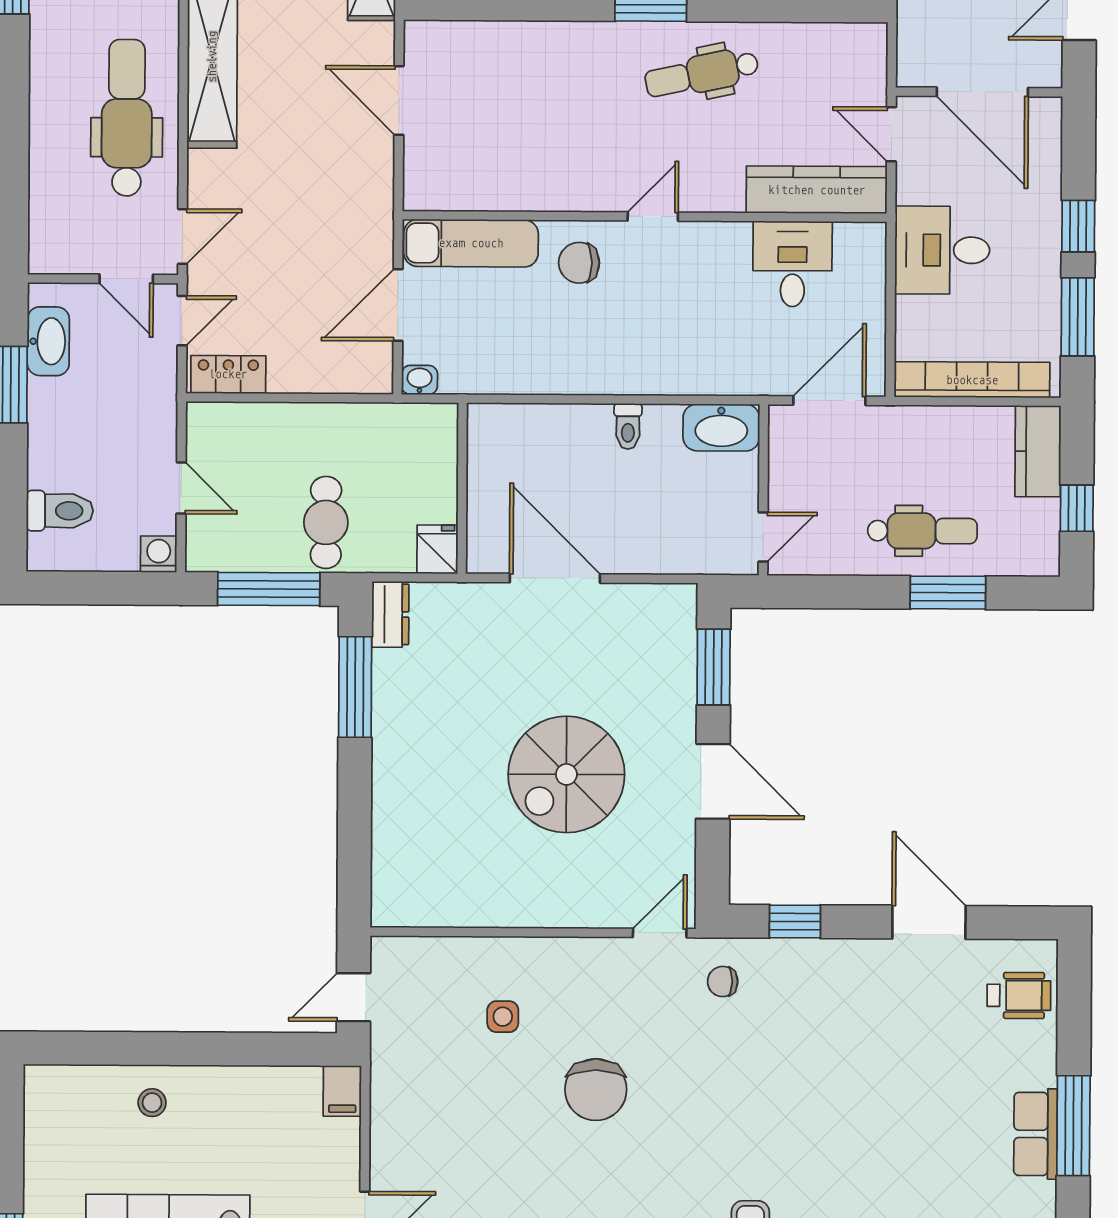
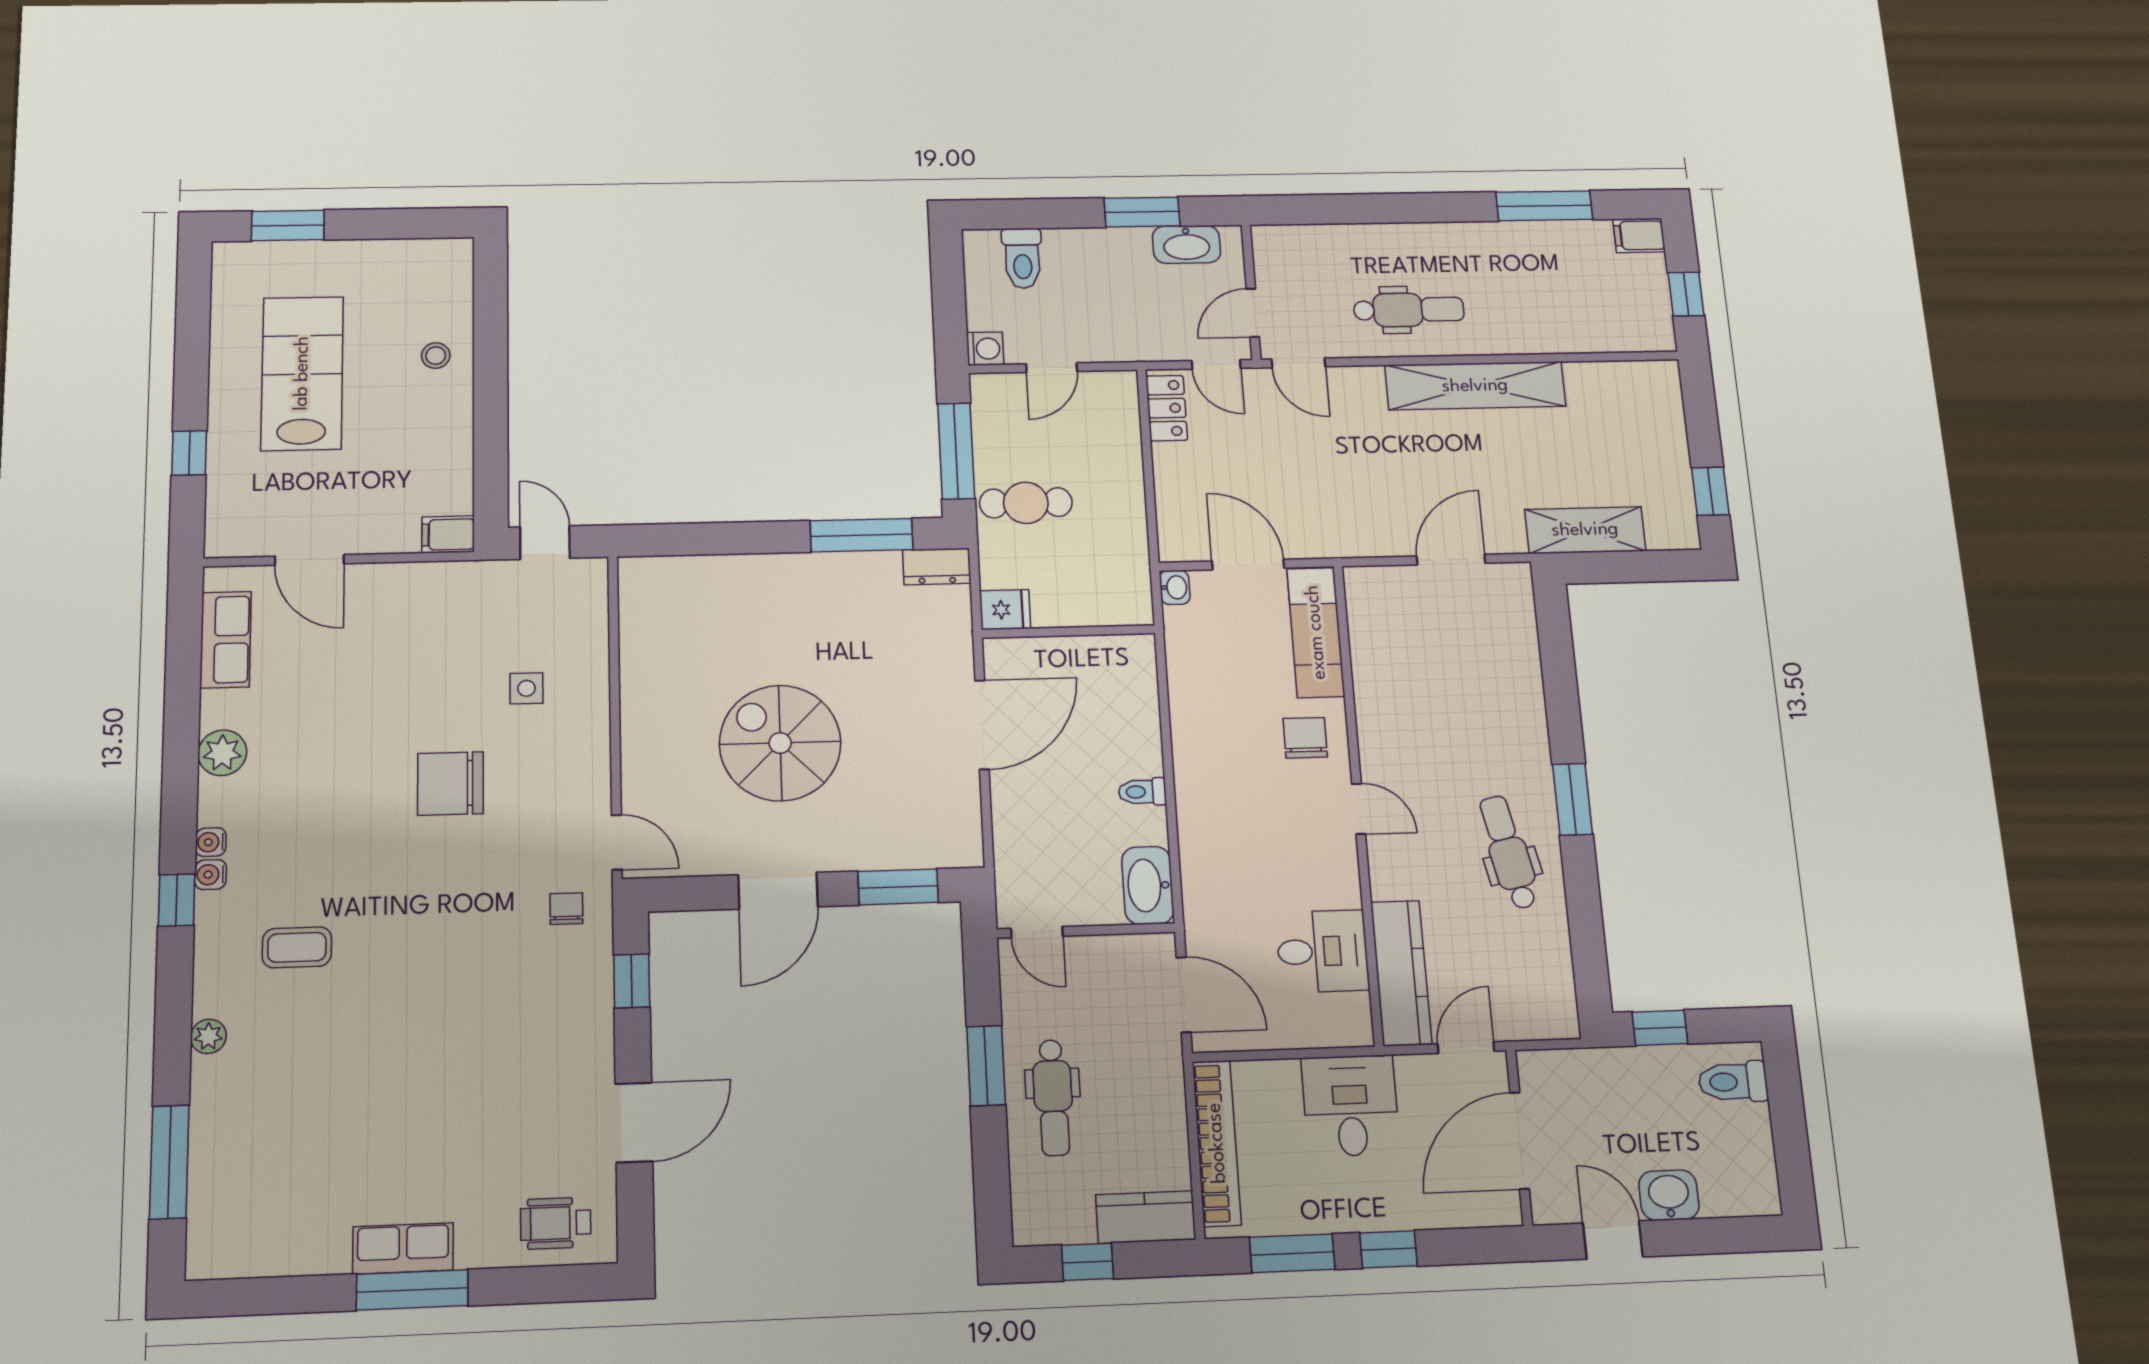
dental chair: (127, 118) -> (1409, 310), width x0.73, depth x0.72
window: (948, 593) -> (986, 1066), moved
wheelchair: (1019, 995) -> (556, 1223), turned 90

